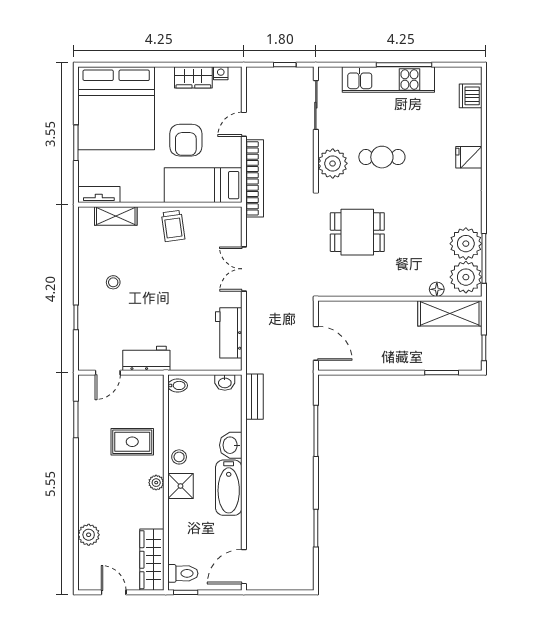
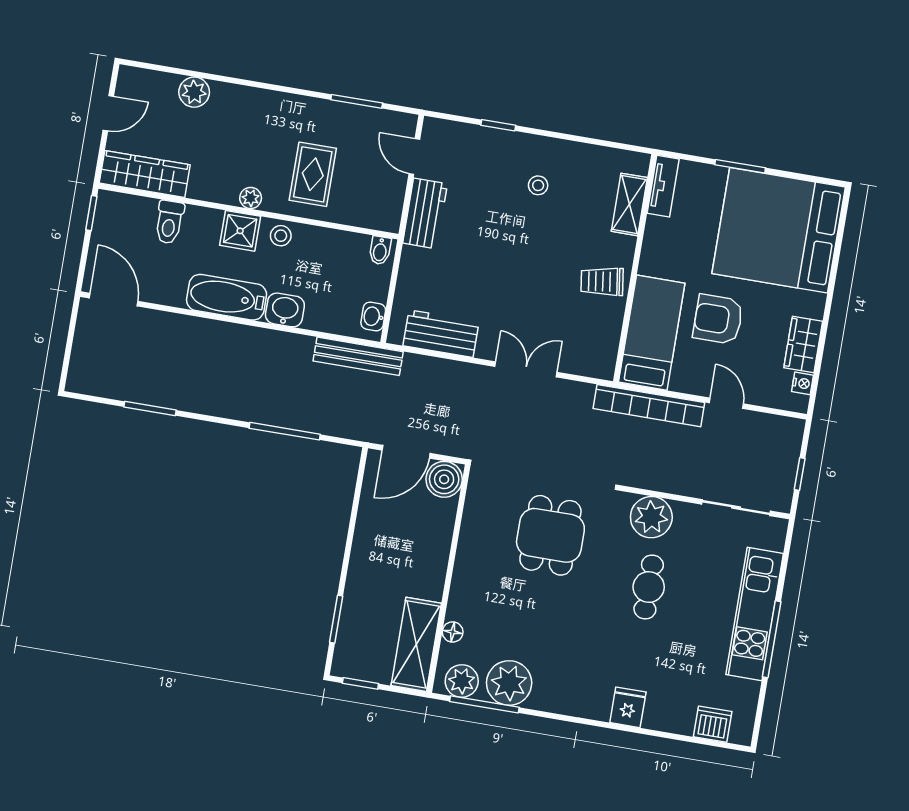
plant: (466, 277) -> (462, 681), width x0.73, depth x0.73
boiler: (331, 313) -> (444, 479), added
bench: (255, 397) -> (358, 356), width x1.36
toilet: (183, 573) -> (169, 222), moved

